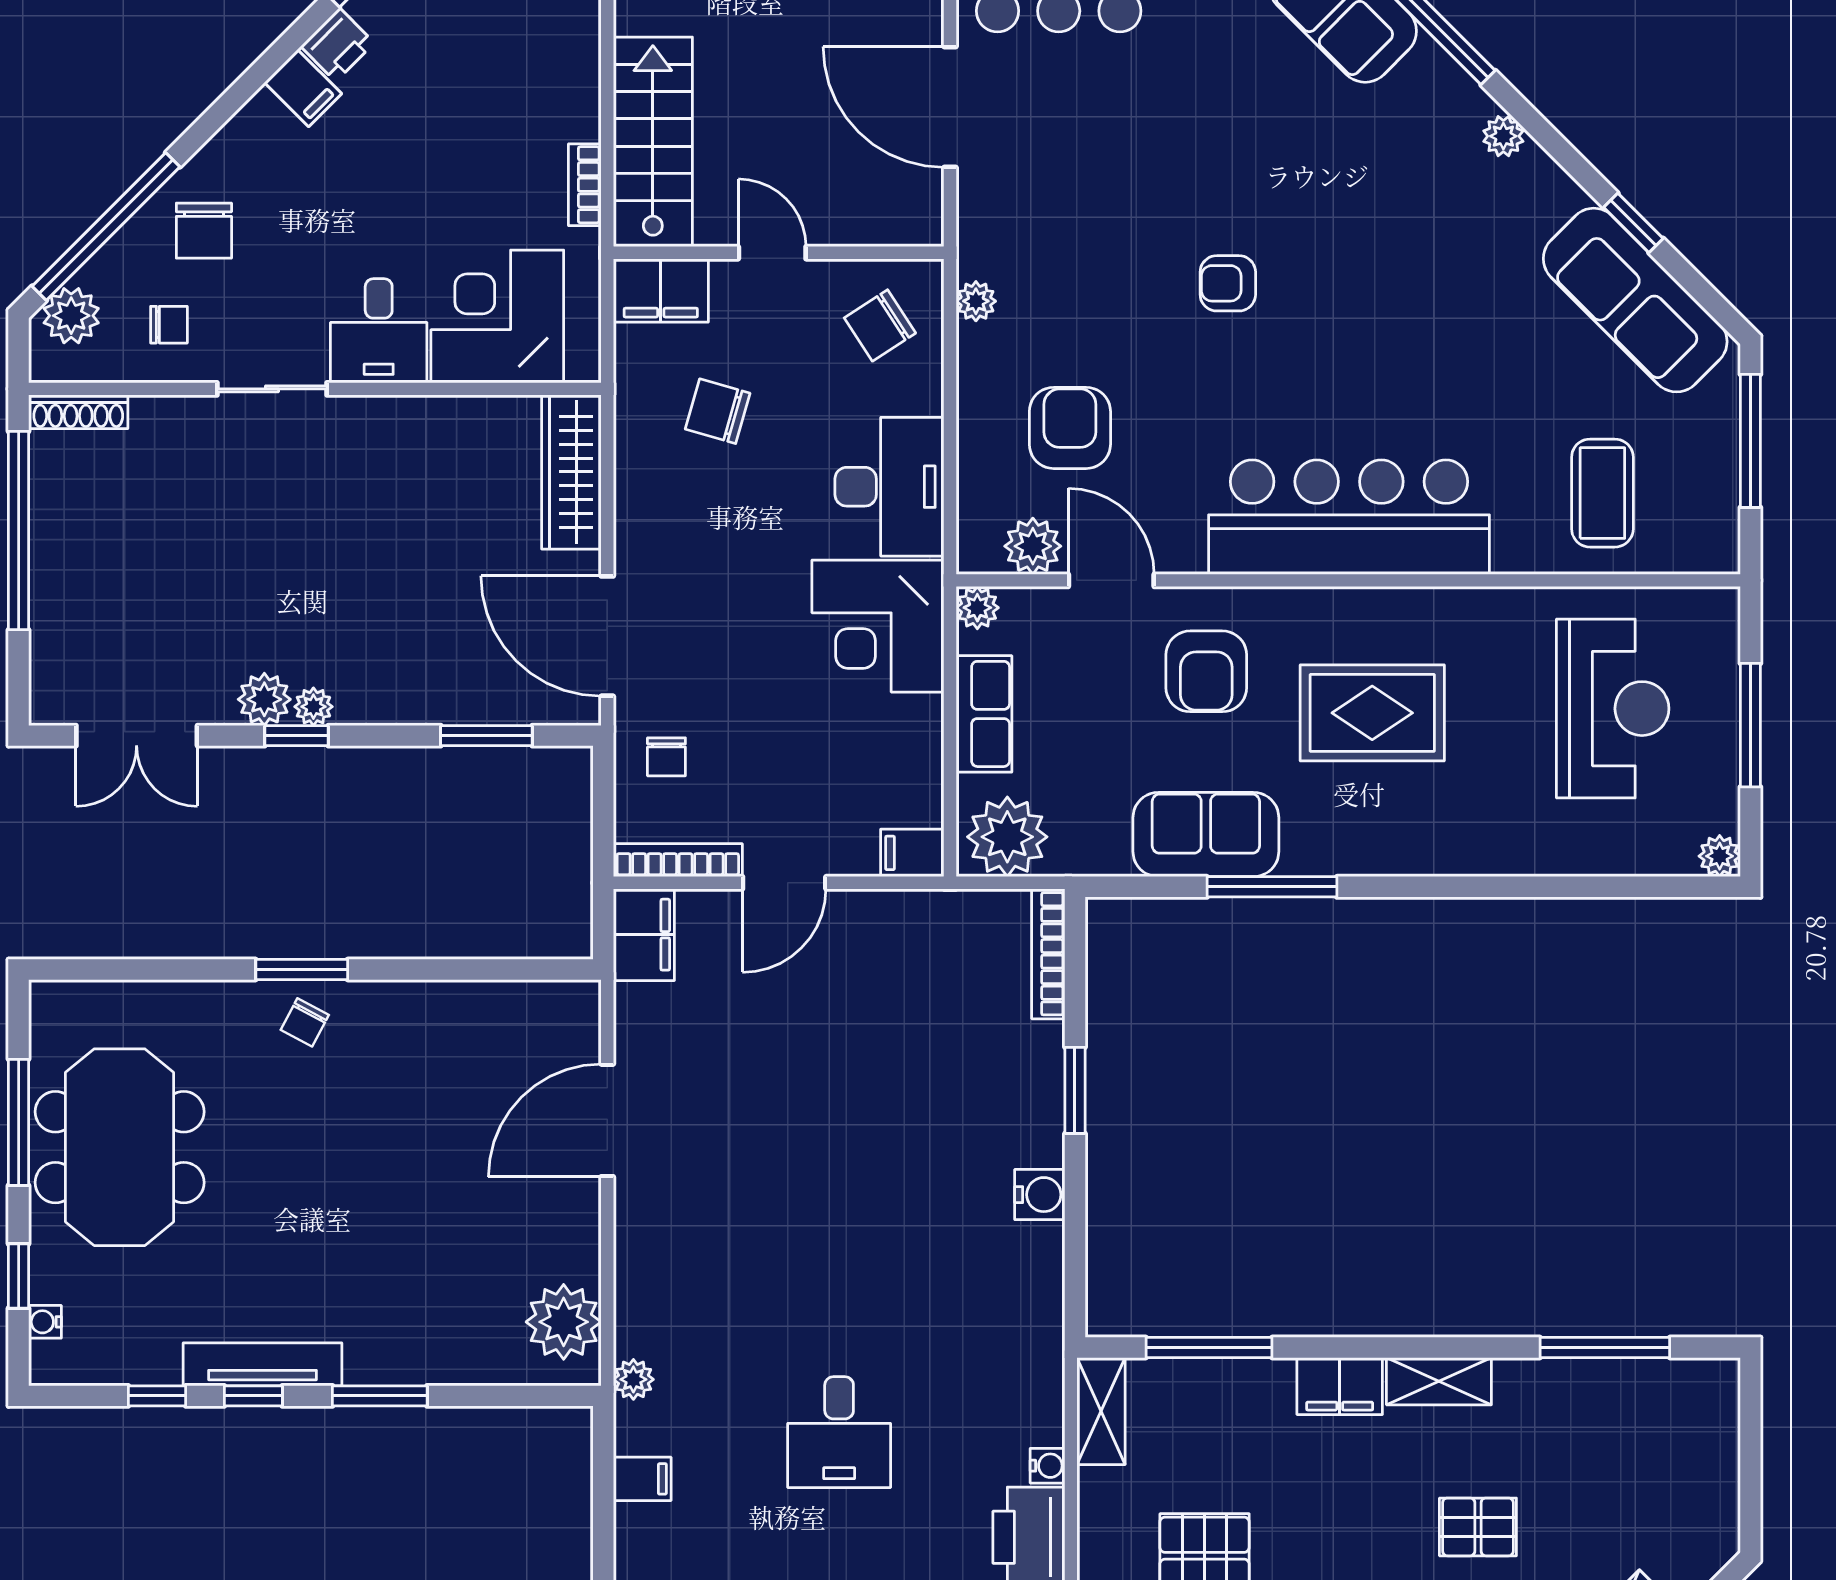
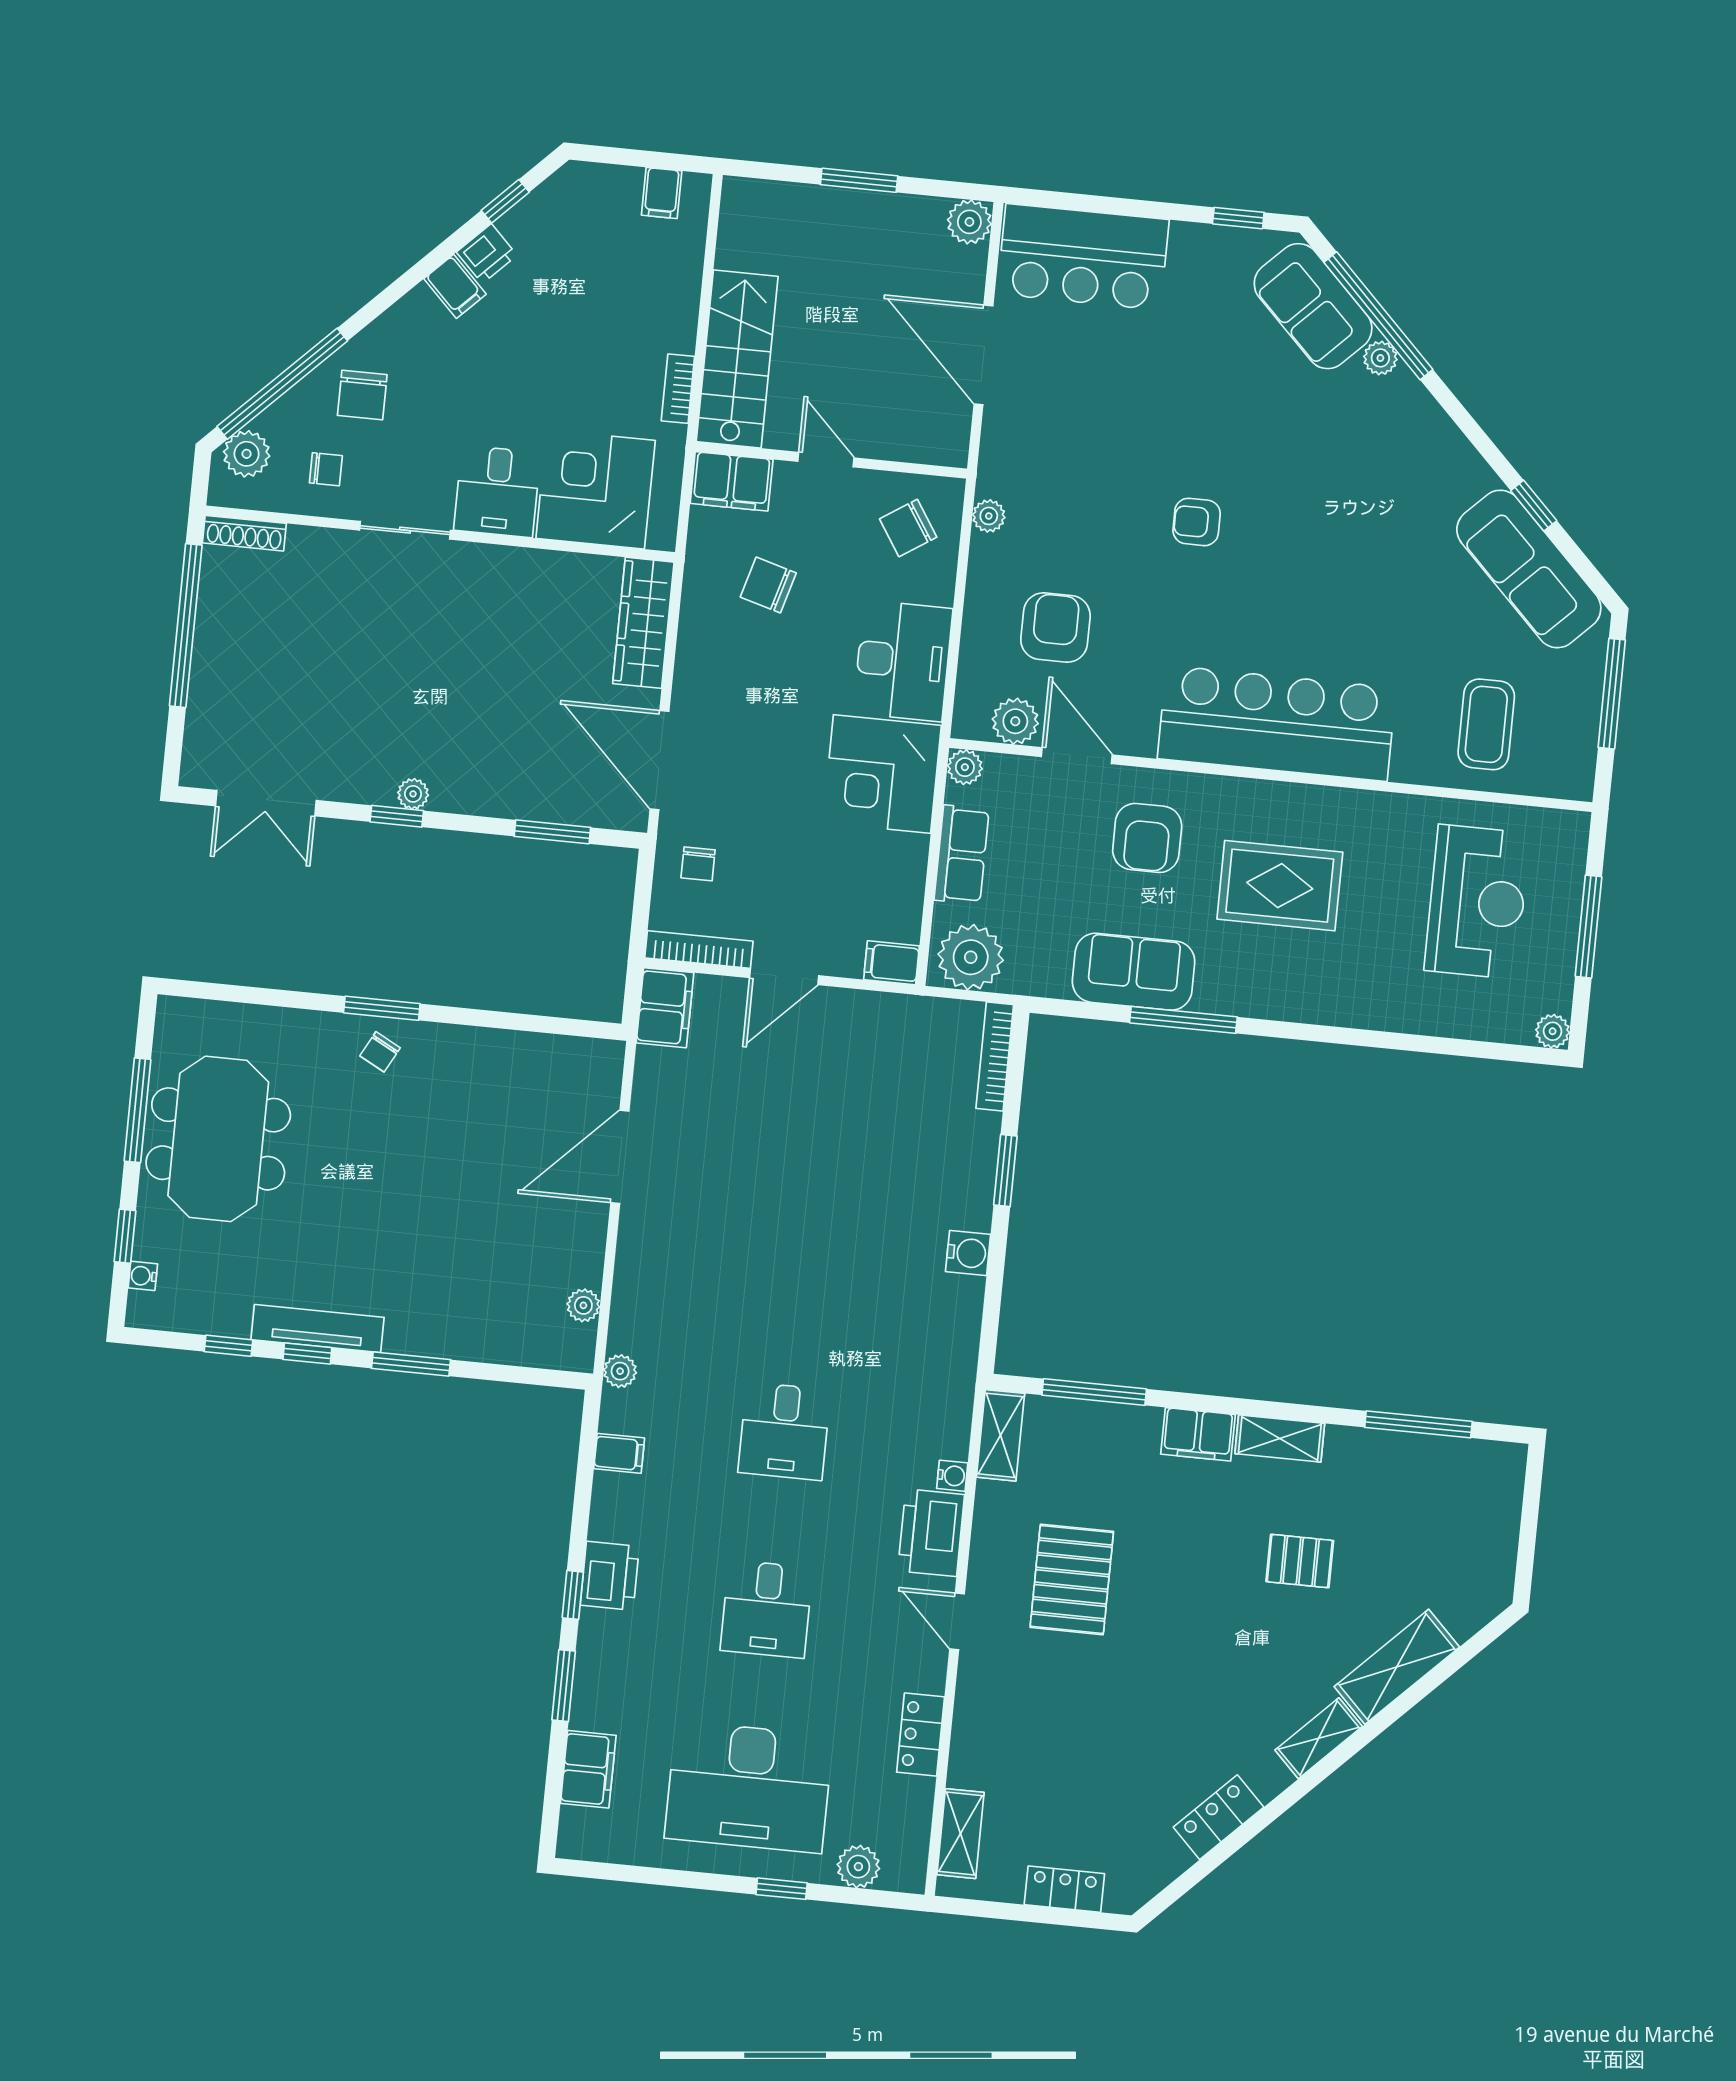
plant: (1503, 136) -> (1380, 358), moved
plant: (264, 699) -> (373, 784), removed
plant: (564, 1322) -> (583, 1305), width x0.53, depth x0.53

